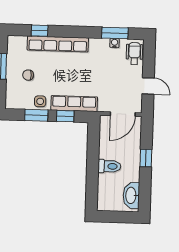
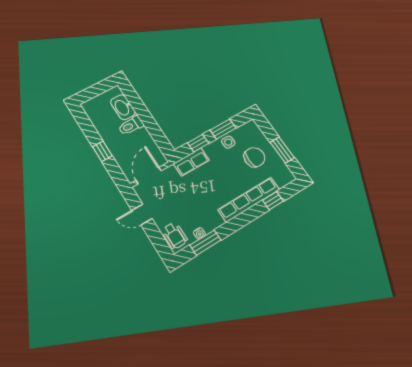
chair: (28, 75) -> (254, 157), width x1.87, depth x1.87
row of seats: (74, 104) -> (191, 162), width x0.68
washbasin: (131, 195) -> (123, 107), moved, turned 180

